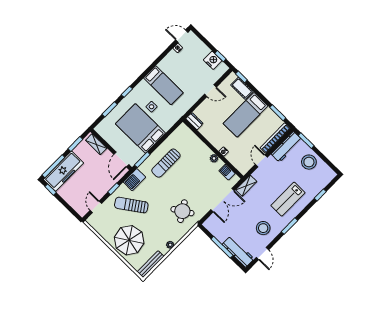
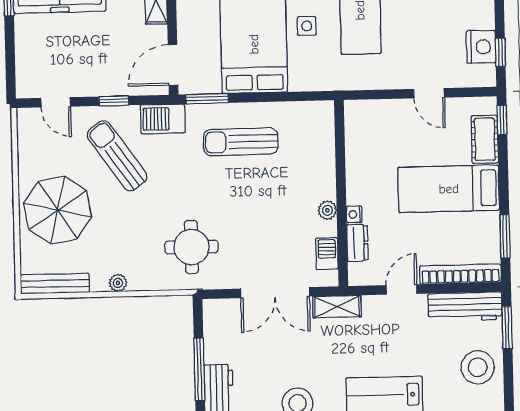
dresser: (194, 121) -> (357, 243), moved
door: (96, 207) -> (56, 102), swing flipped
round table: (182, 211) -> (191, 247), turned 32

